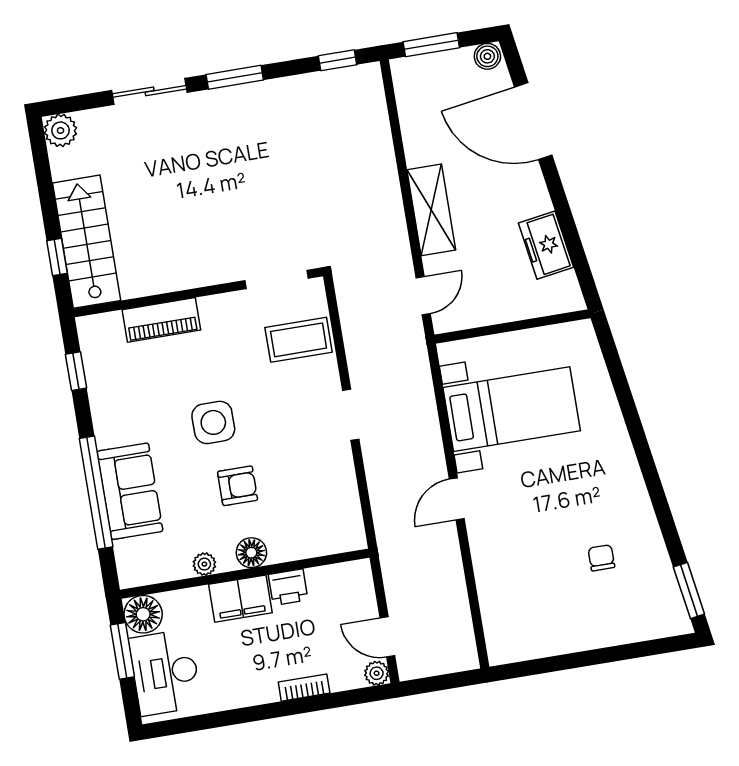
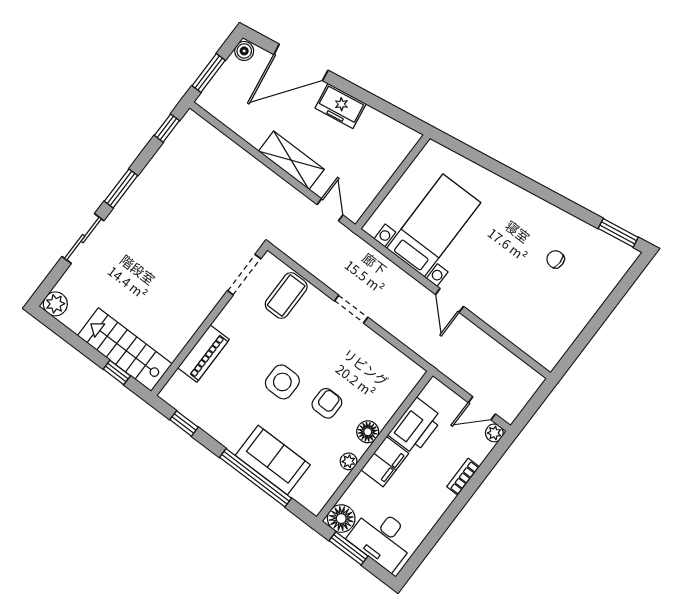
freezer: (546, 245) -> (341, 106), moved
printer: (288, 587) -> (416, 426), width x1.87, depth x1.48

